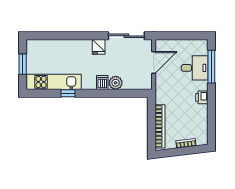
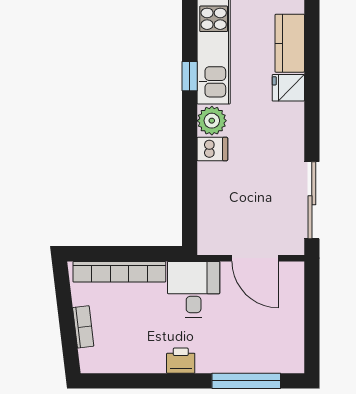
kitchen counter: (53, 46) -> (290, 43), added
fridge: (99, 47) -> (288, 88), moved
desk: (195, 68) -> (194, 289), moved, turned 180
plant: (116, 83) -> (212, 121), moved

